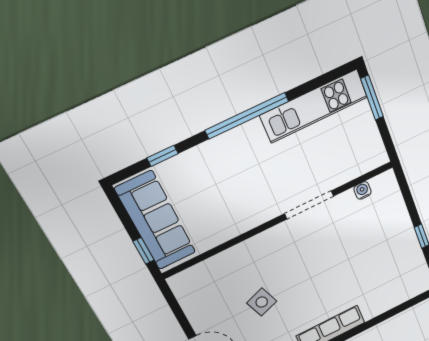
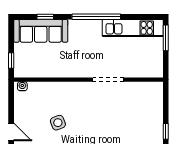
water cooler: (363, 190) -> (22, 86), moved
sofa: (156, 221) -> (41, 31), moved, turned 90

